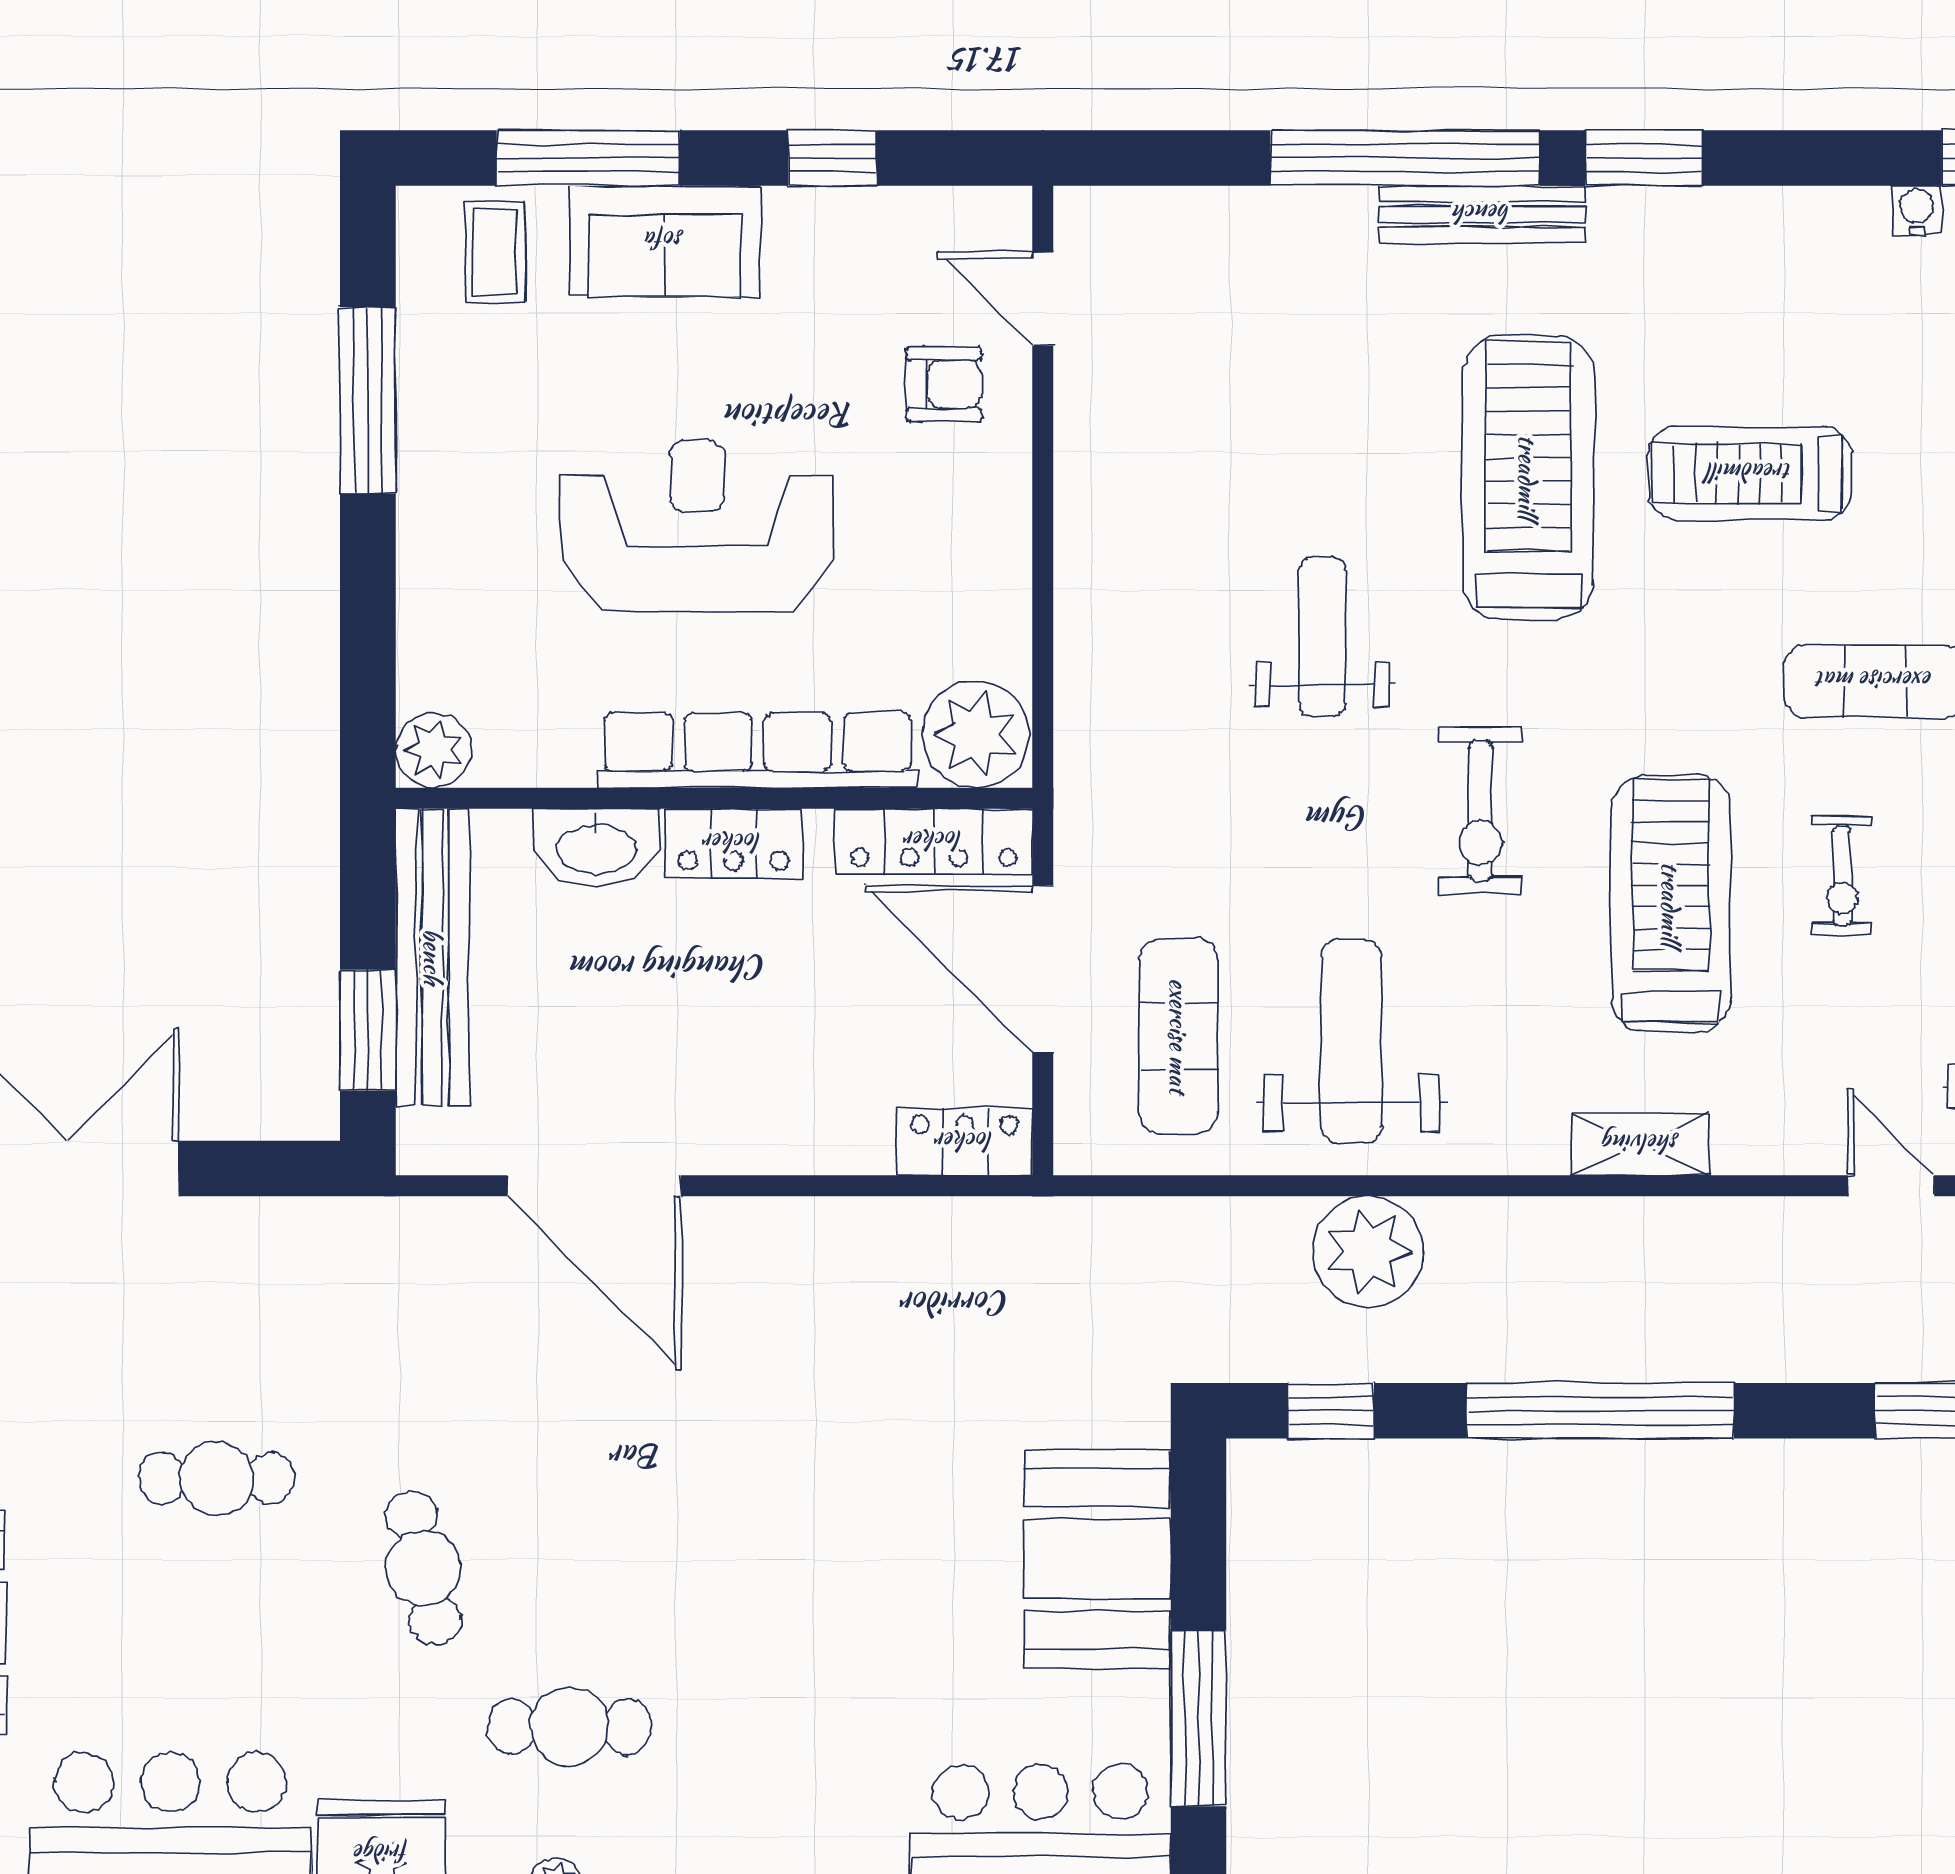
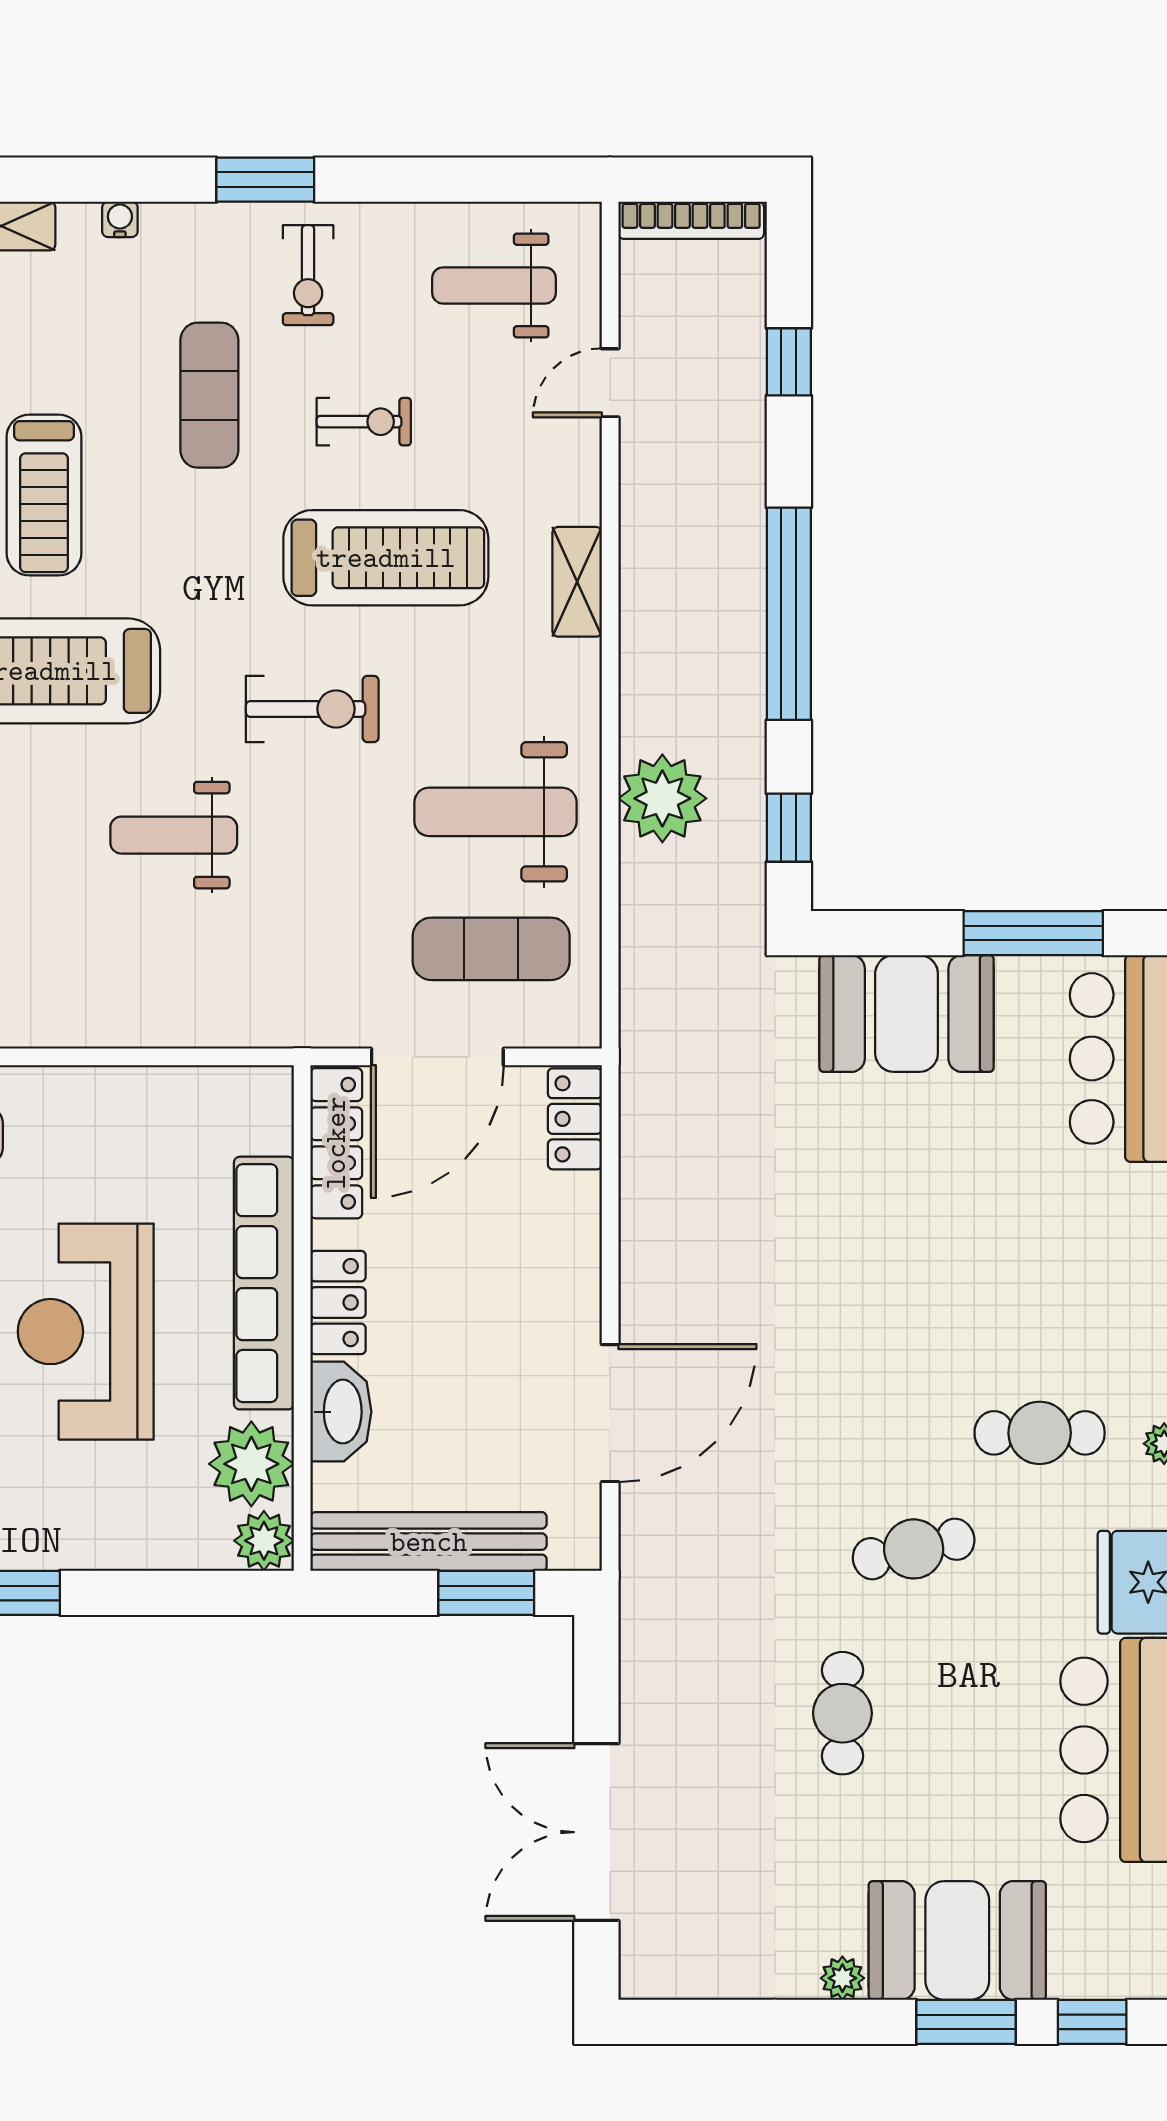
plant: (976, 734) -> (251, 1464), moved
treadmill: (1671, 904) -> (386, 558), turned 180
cafe table: (569, 1726) -> (1040, 1433), turned 90

